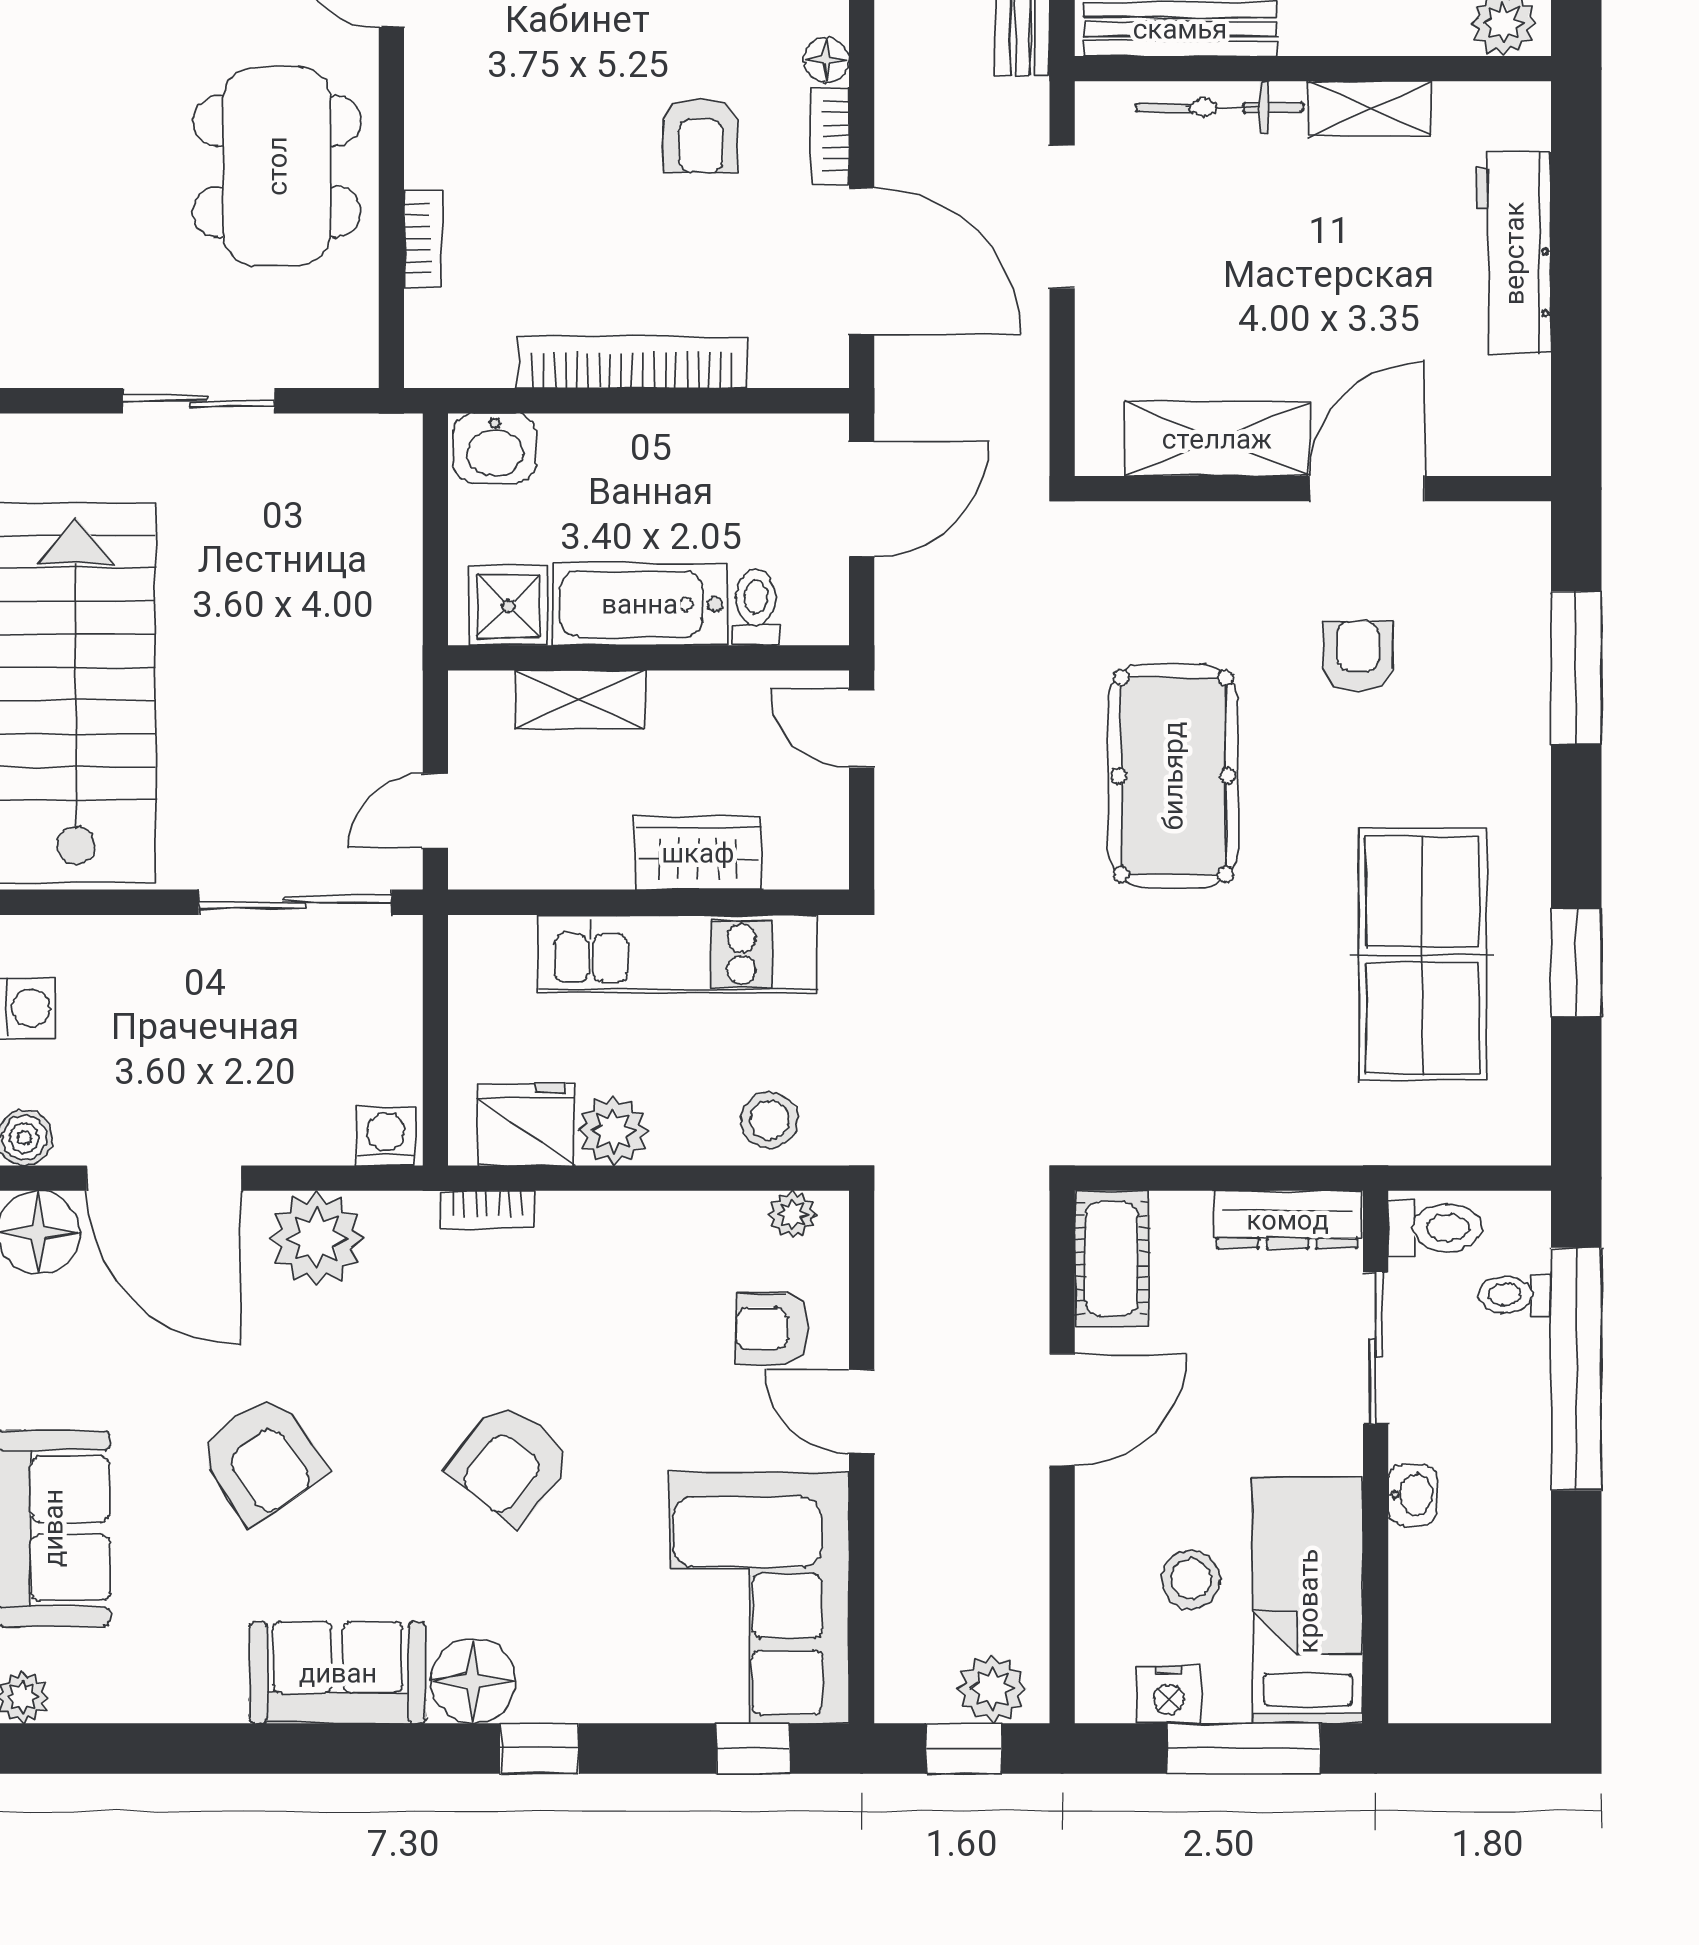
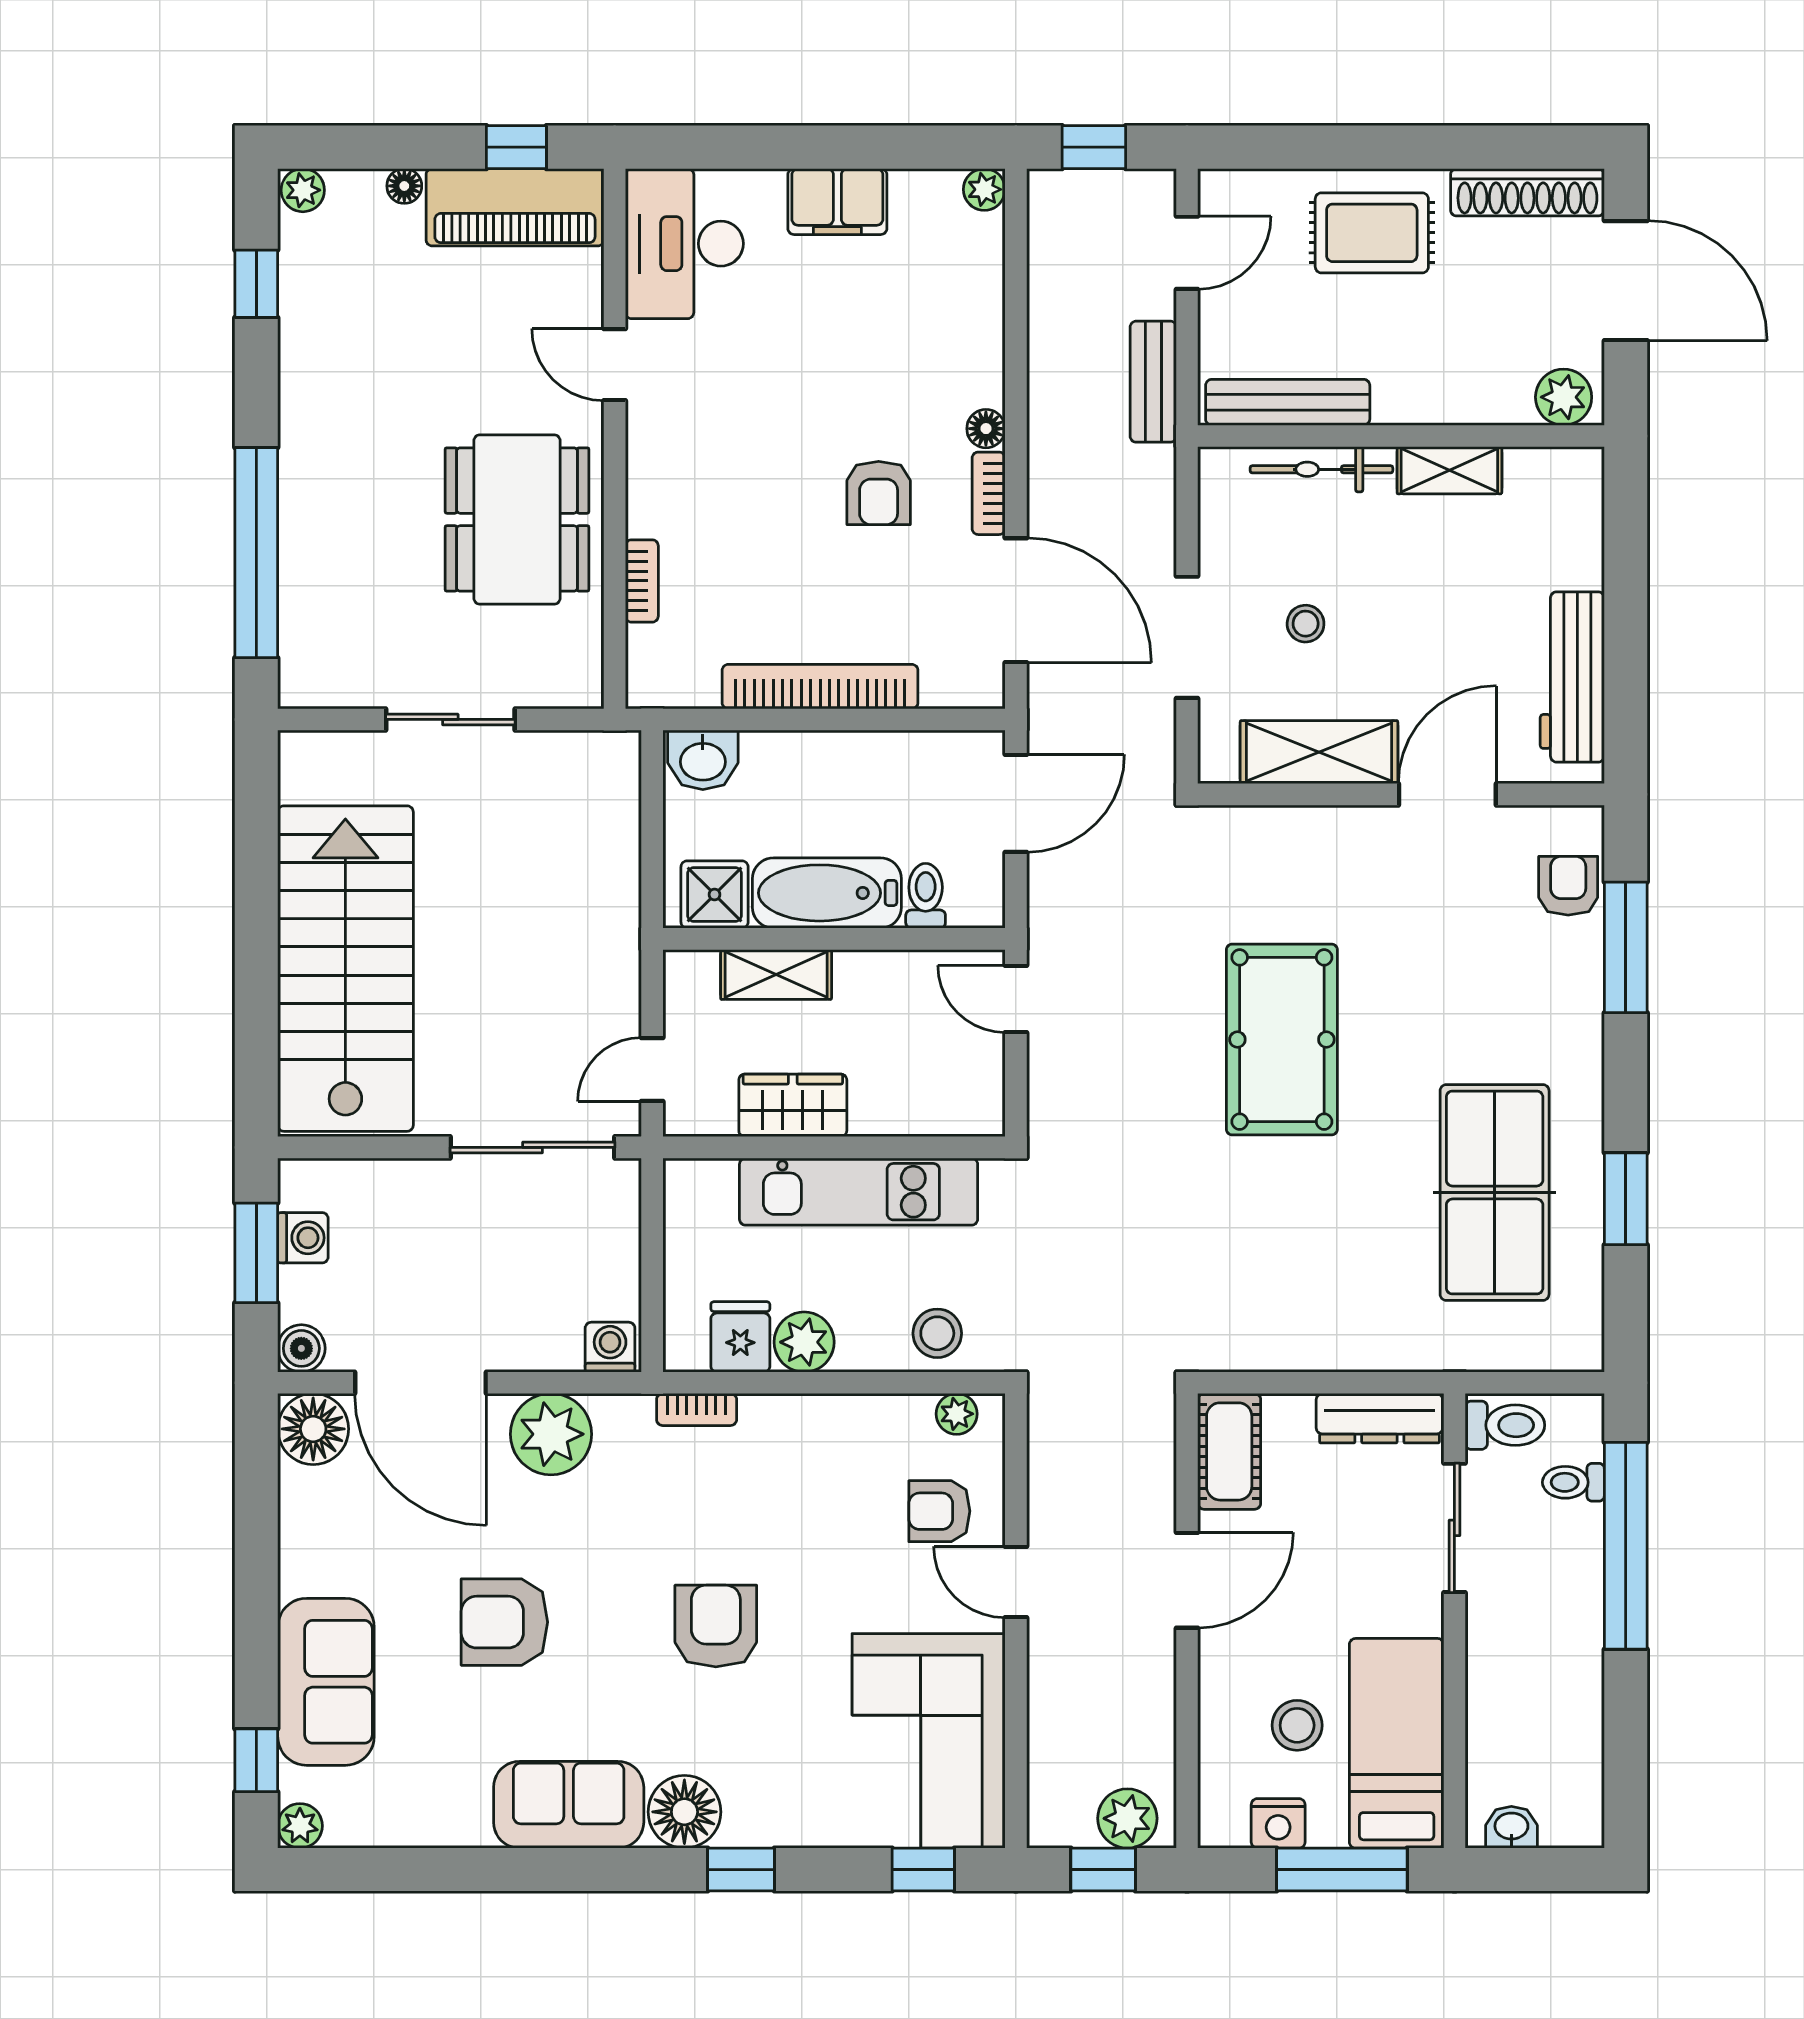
doorway: (1062, 217) -> (1187, 637), moved
workbench: (1514, 253) -> (1572, 677), moved
stool: (1201, 288) -> (1306, 624), added
armchair: (1358, 656) -> (1568, 886), moved
wardrobe: (698, 853) -> (793, 1105), moved
fridge: (525, 1124) -> (740, 1337), width x0.72
armchair: (262, 1458) -> (504, 1622), turned 124
armchair: (510, 1463) -> (716, 1626), turned 142
washbasin: (1413, 1495) -> (1511, 1827), moved, turned -90

